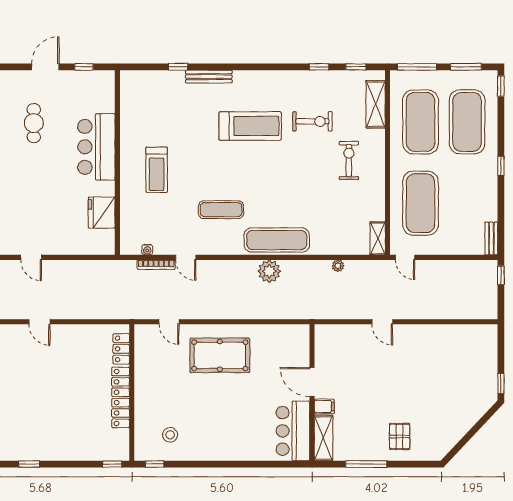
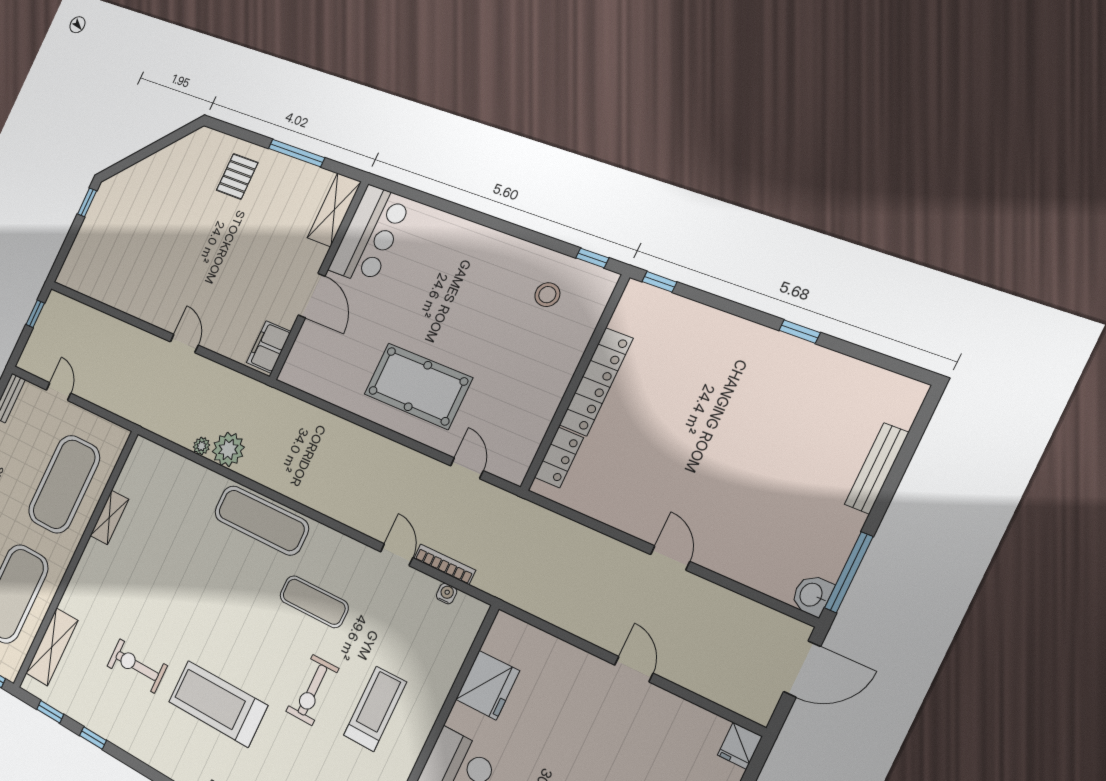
exercise bike: (349, 160) -> (312, 690), moved
shelving: (378, 238) -> (109, 517), moved
door: (405, 257) -> (59, 392), moved
plant: (269, 271) -> (228, 449), moved
window: (501, 275) -> (35, 314), moved
filing cabinet: (324, 406) -> (269, 347), moved, width x2.00

